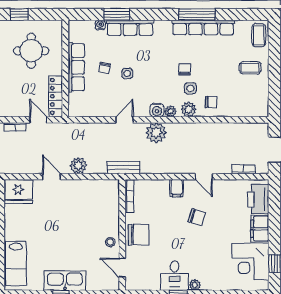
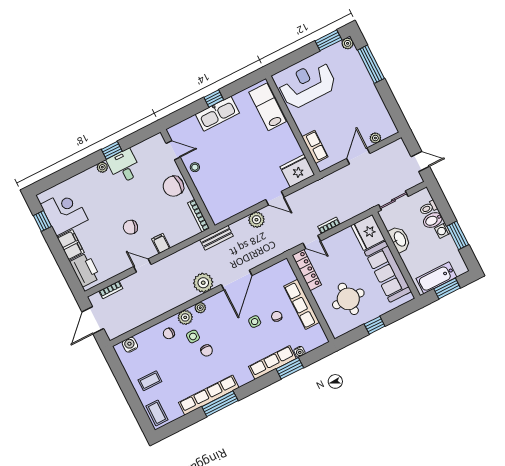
water cooler: (157, 110) -> (130, 345), moved
door: (124, 120) -> (237, 280), width x1.87

